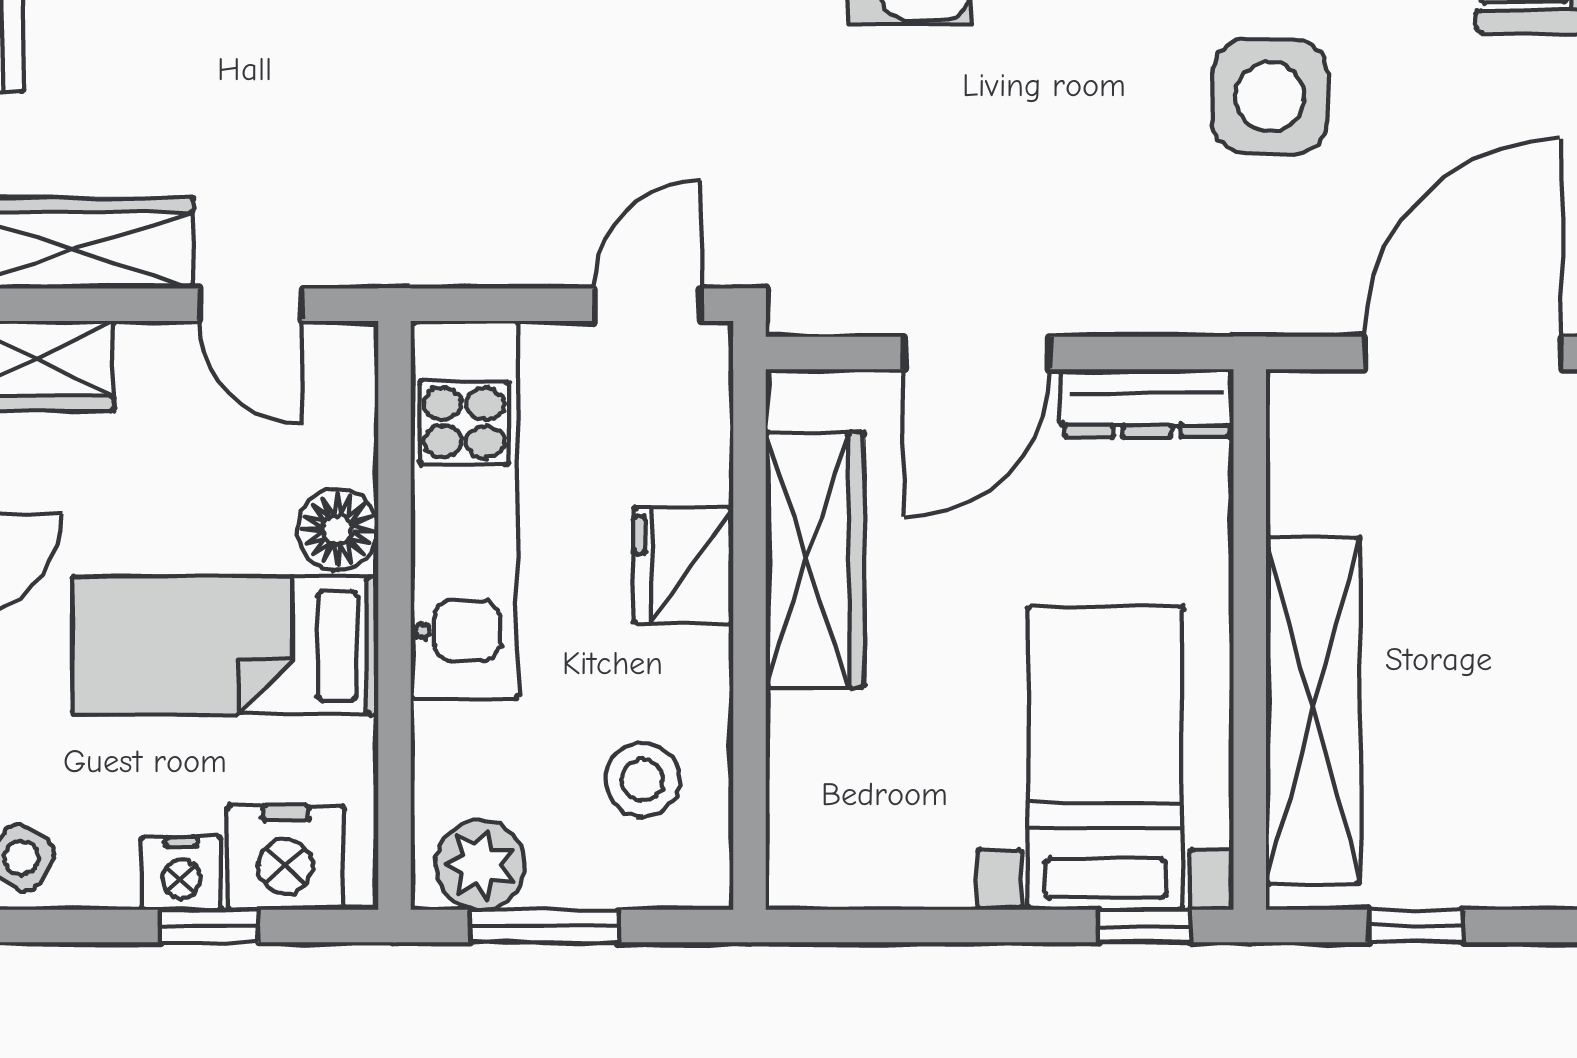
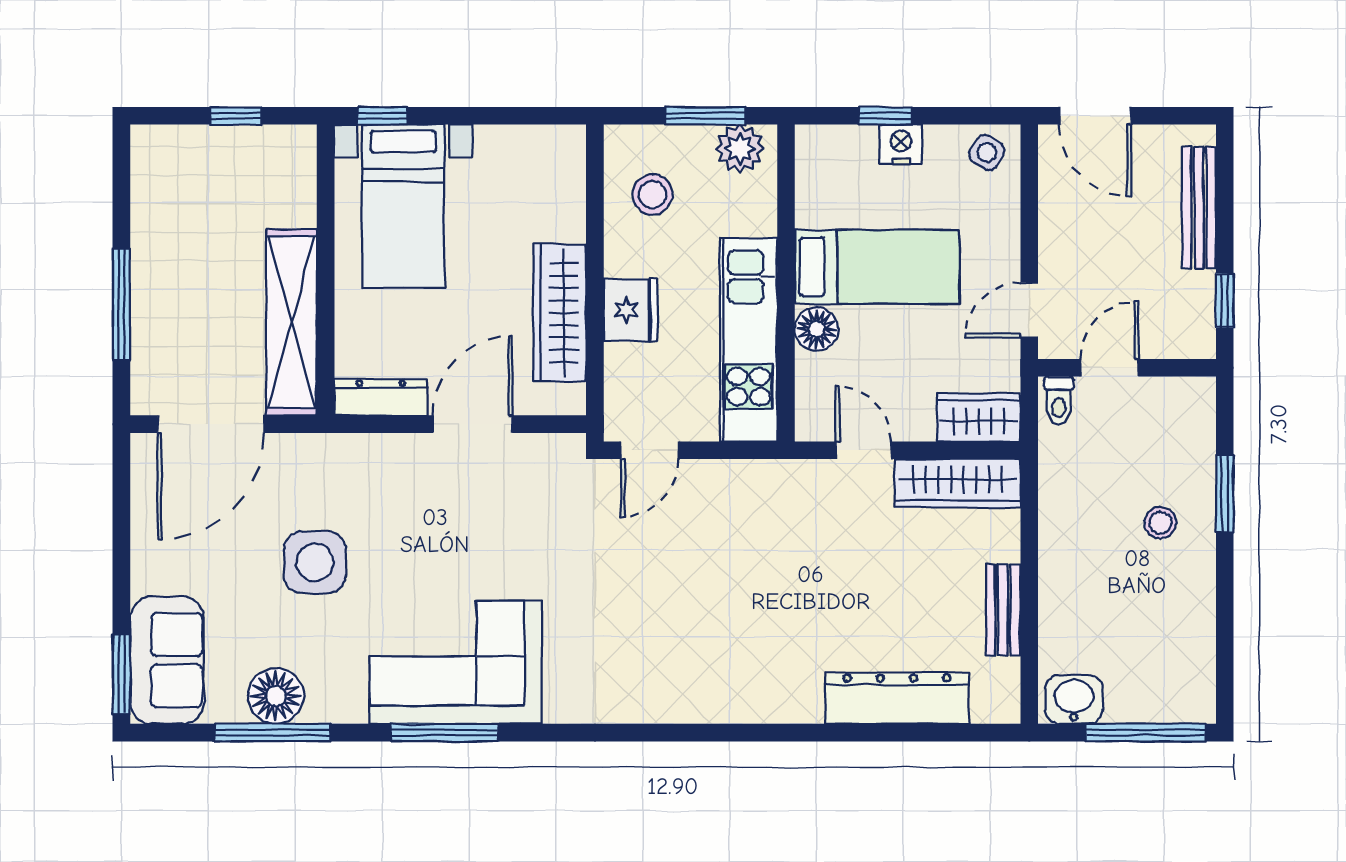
shelving: (1313, 710) -> (291, 322), moved
nightstand: (286, 858) -> (845, 153), removed

